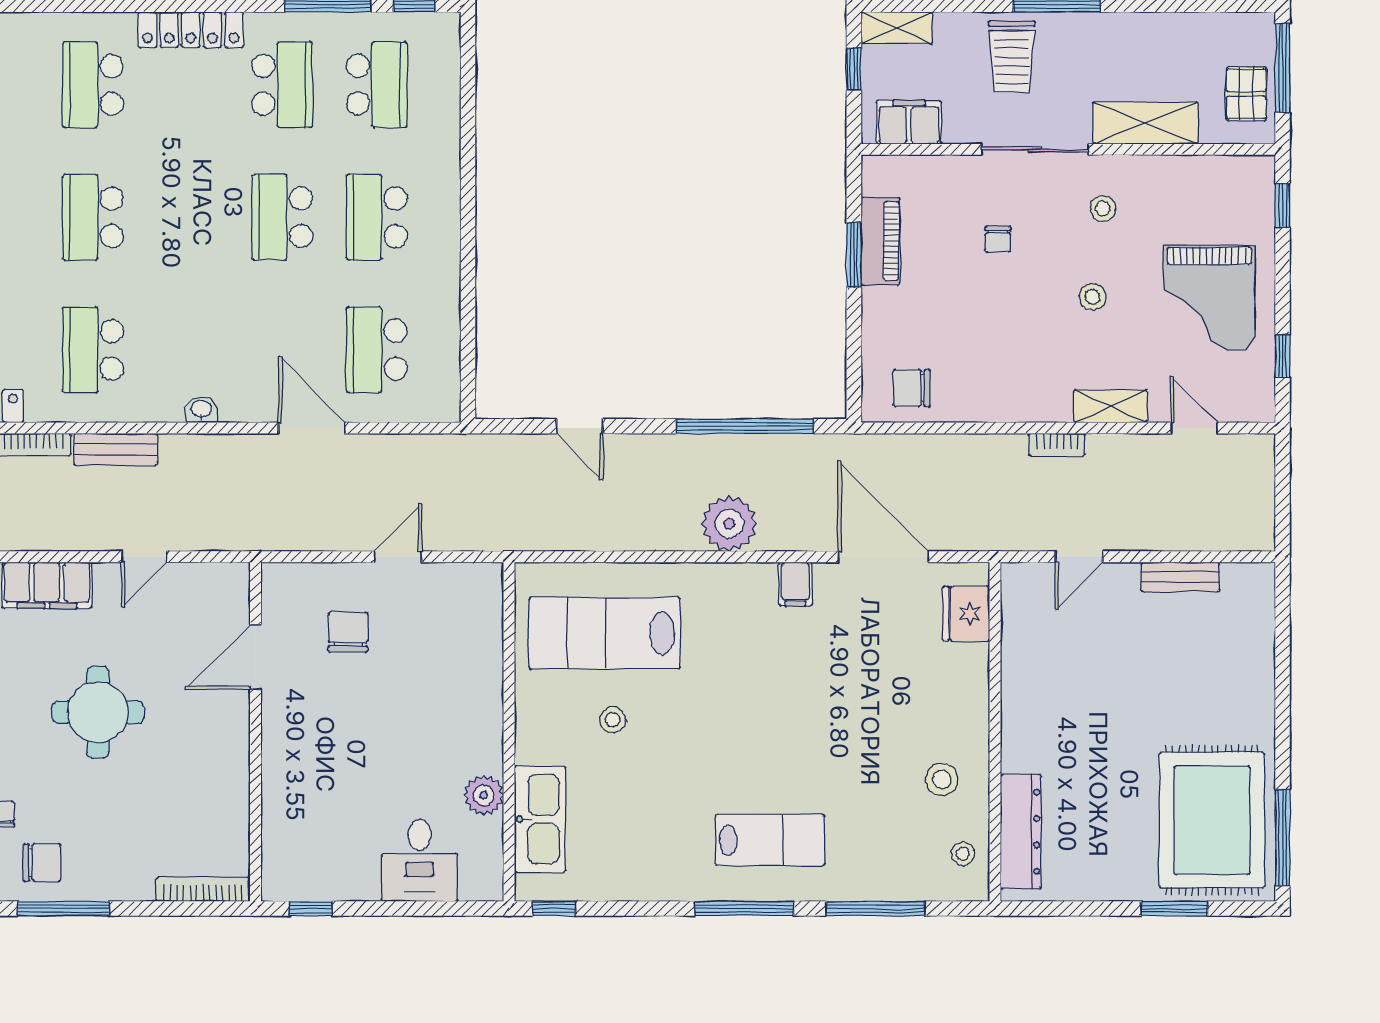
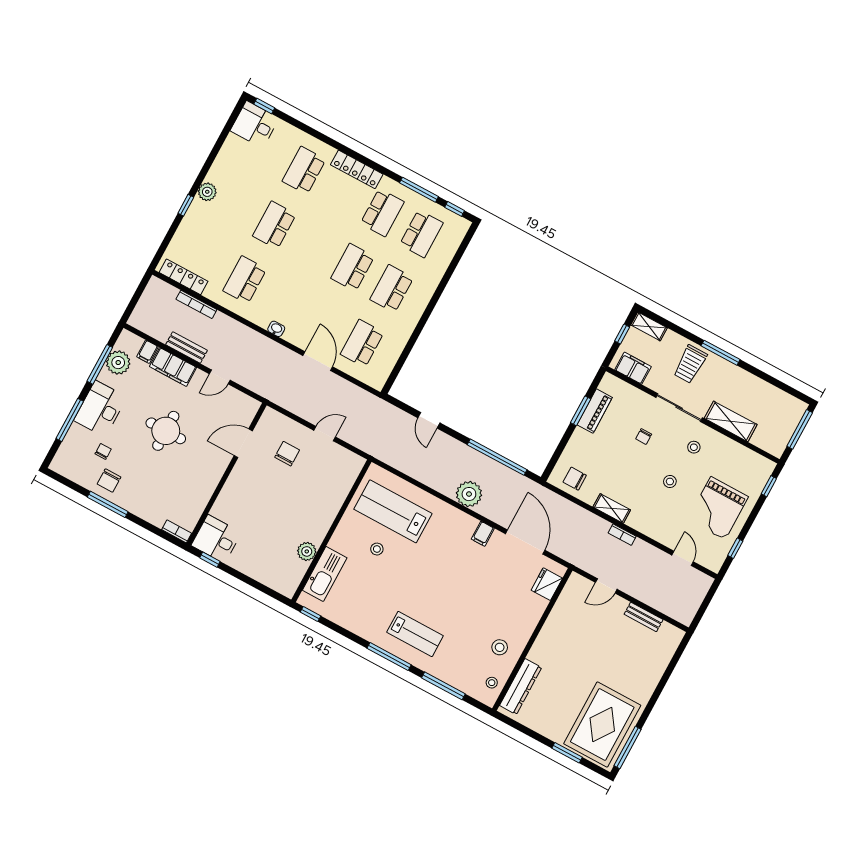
pallet: (1246, 94) -> (779, 432), removed
shelving: (1110, 406) -> (612, 508), moved
bench: (116, 449) -> (187, 348), moved
desk: (420, 860) -> (216, 539), moved, turned 90
chair: (42, 863) -> (109, 481), turned 90
bookcase: (203, 889) -> (177, 531), width x0.64

